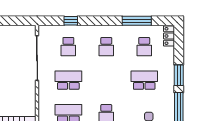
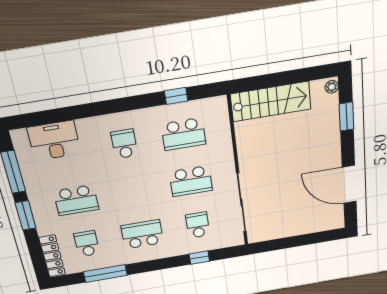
locker: (169, 36) -> (52, 256), width x1.53
school desk: (106, 47) -> (142, 234), width x1.85

